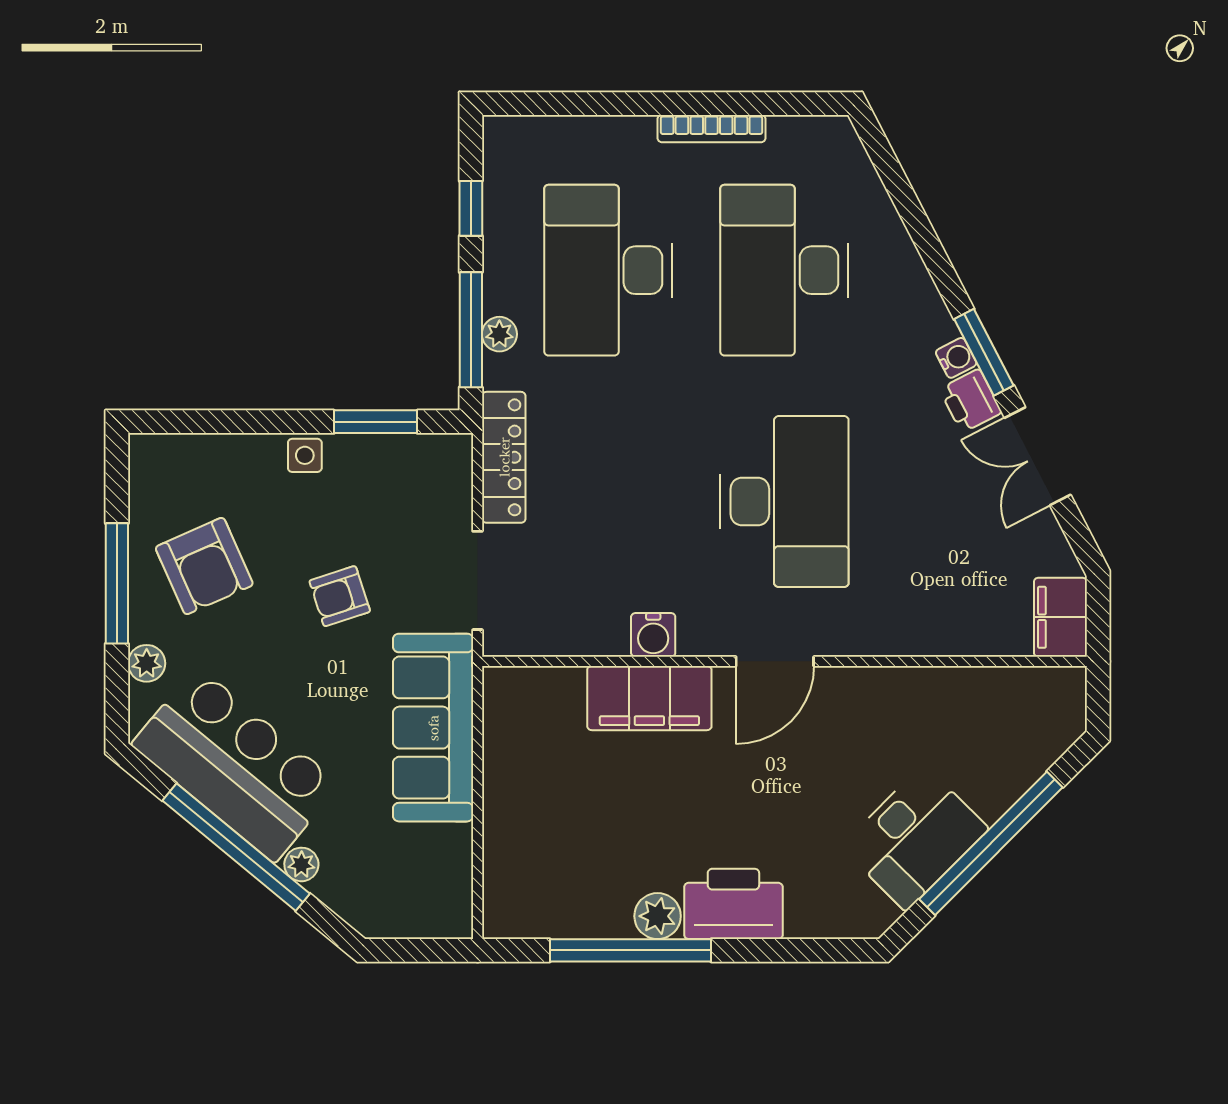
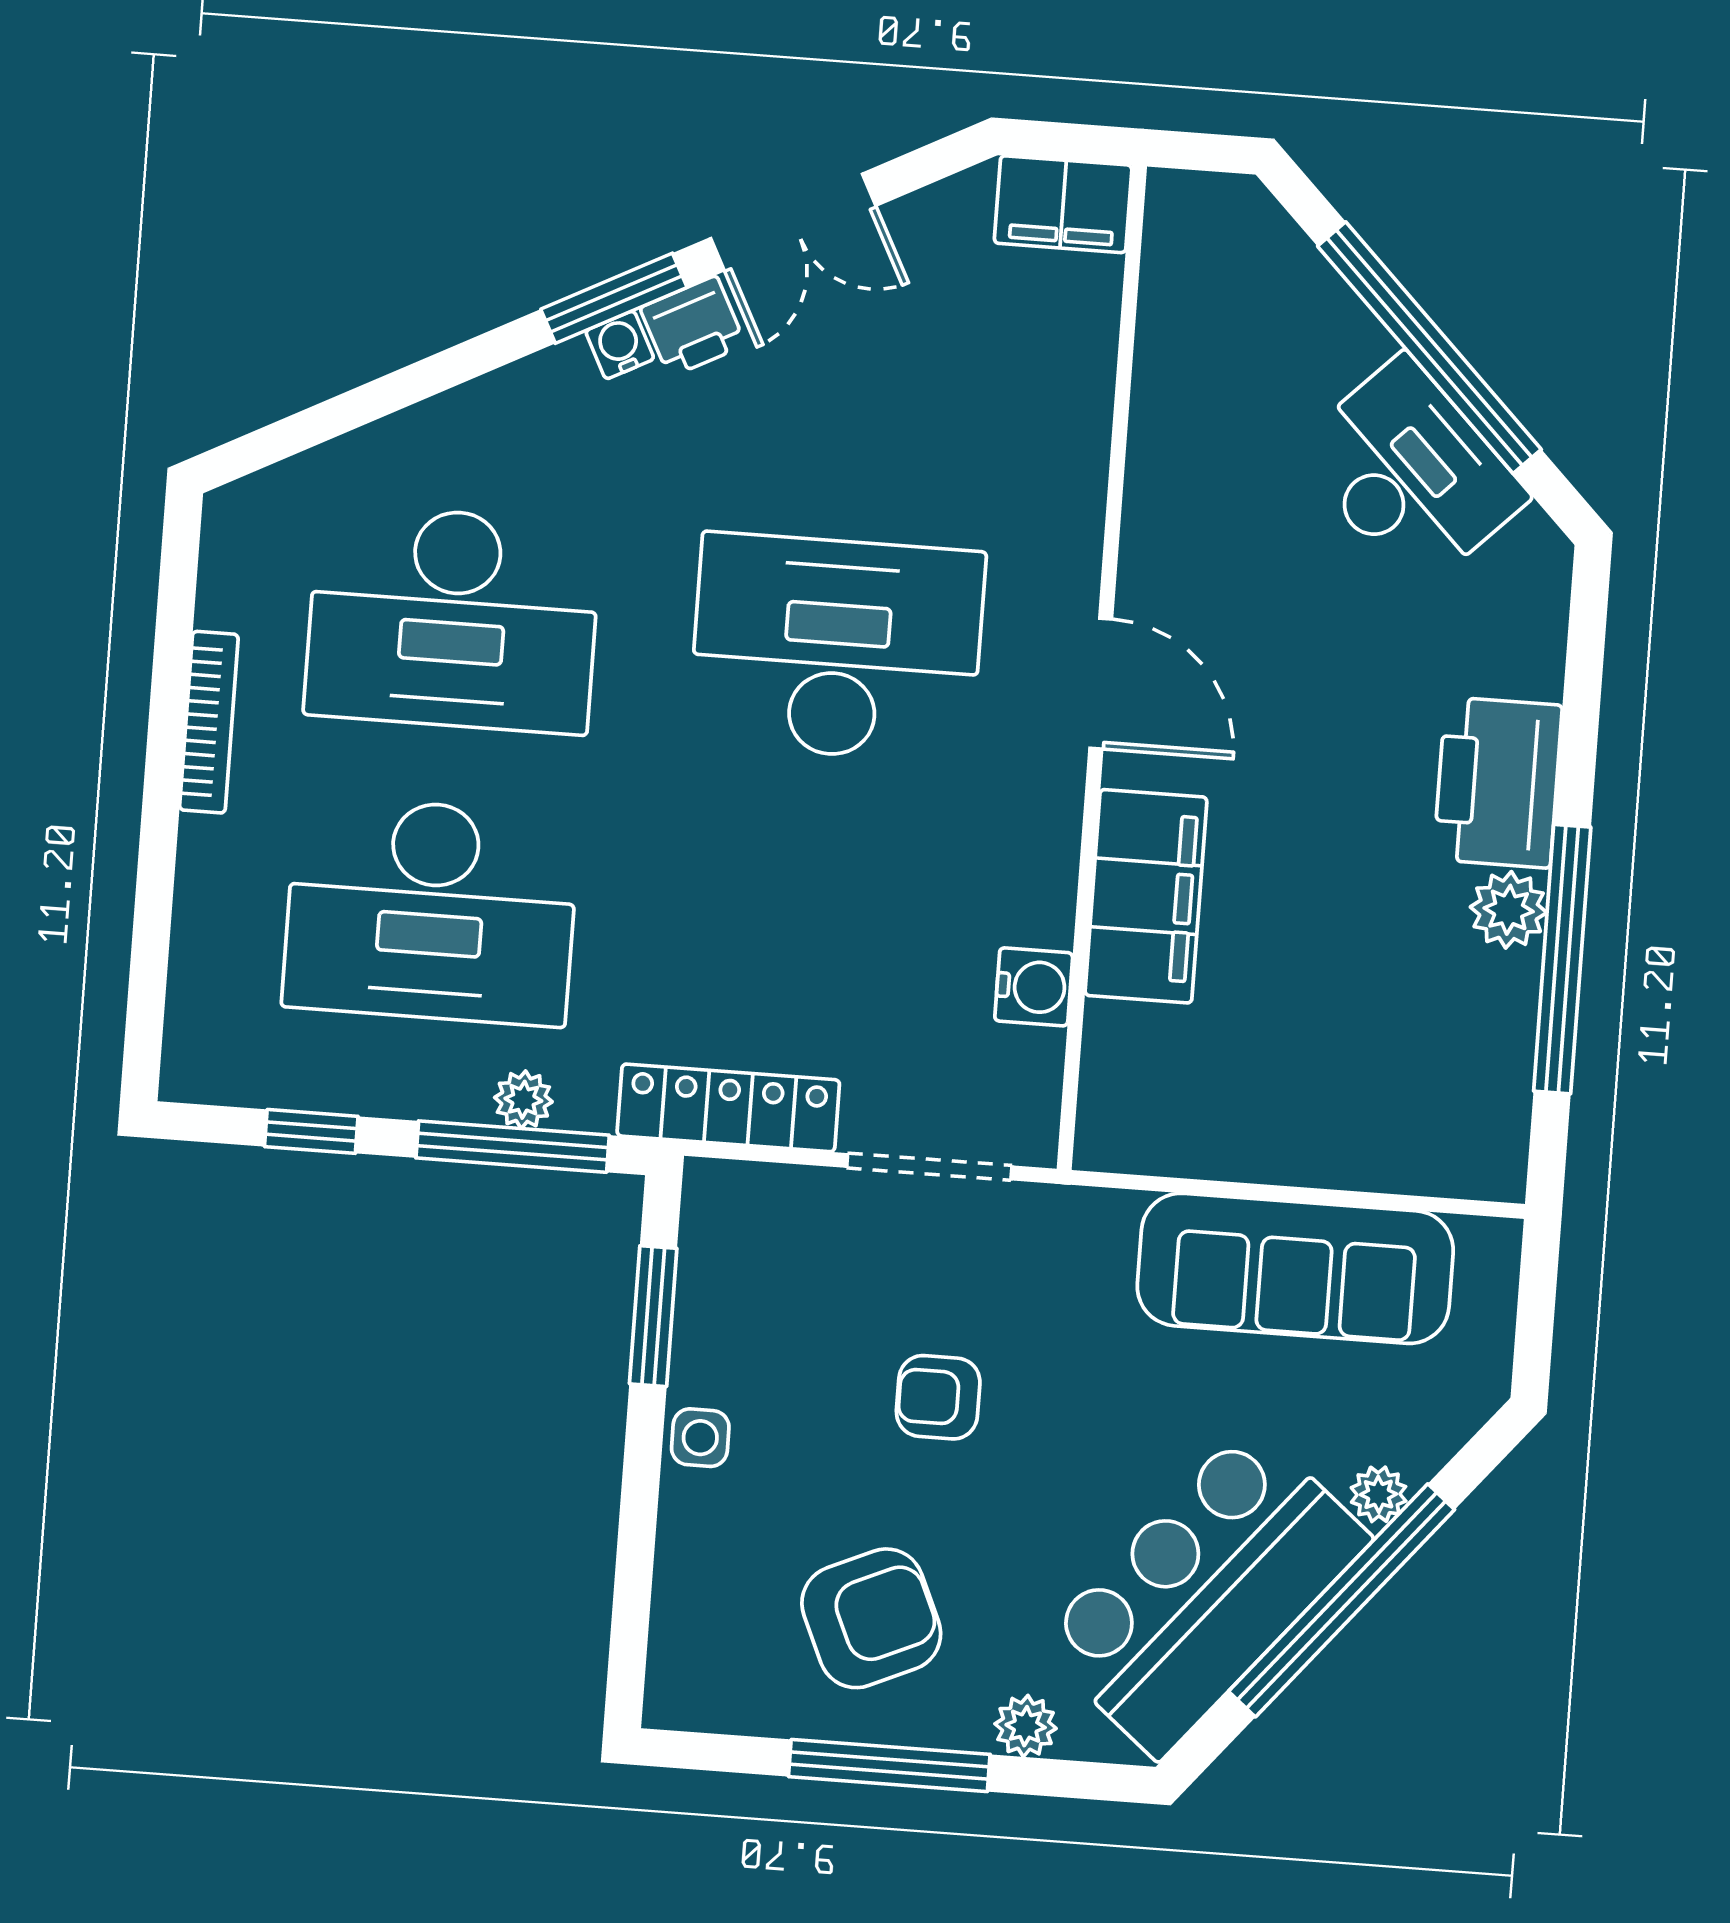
armchair: (340, 596) -> (938, 1397), turned 108
water cooler: (653, 635) -> (1034, 987), moved
sofa: (433, 728) -> (1295, 1268), moved

